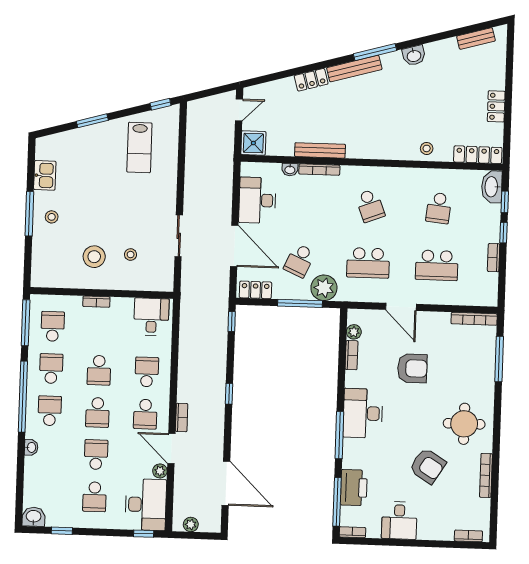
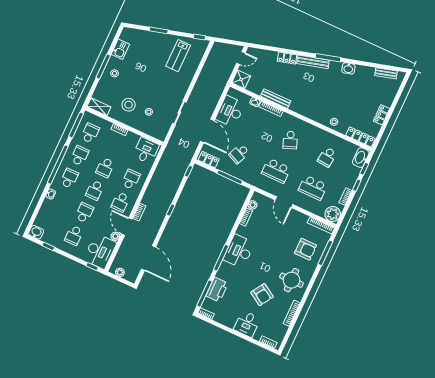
shelving: (49, 279) -> (99, 107), added
plant: (324, 288) -> (333, 214), moved
armchair: (412, 368) -> (306, 249), moved
desk: (399, 520) -> (247, 324), moved

